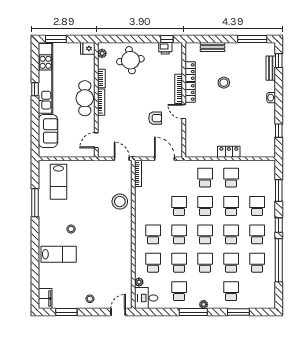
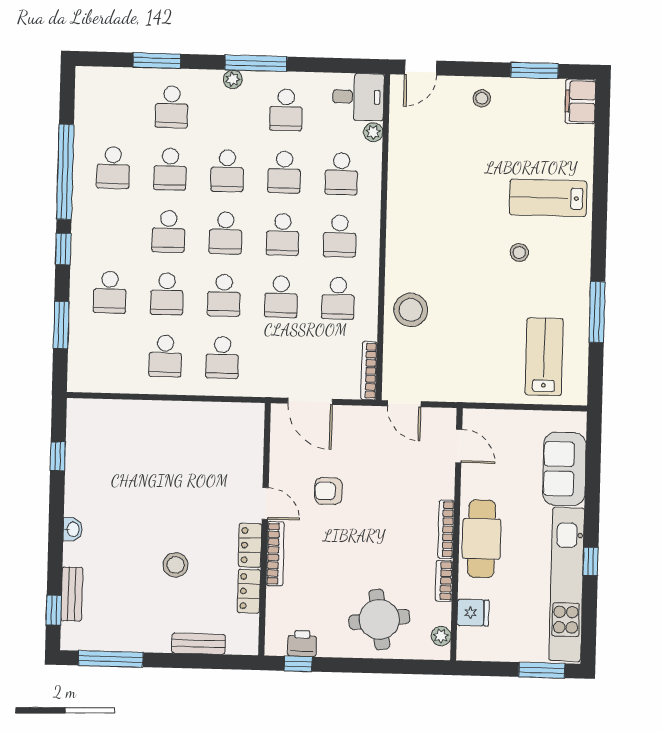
fridge: (88, 48) -> (473, 613), moved
door: (96, 140) -> (459, 446), hinge flipped
locker: (229, 152) -> (169, 413), removed
school desk: (257, 234) -> (338, 298), moved

